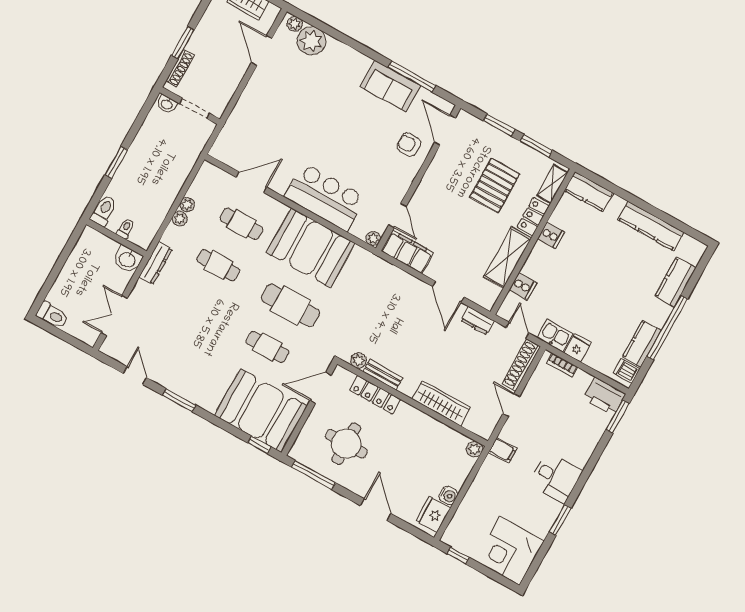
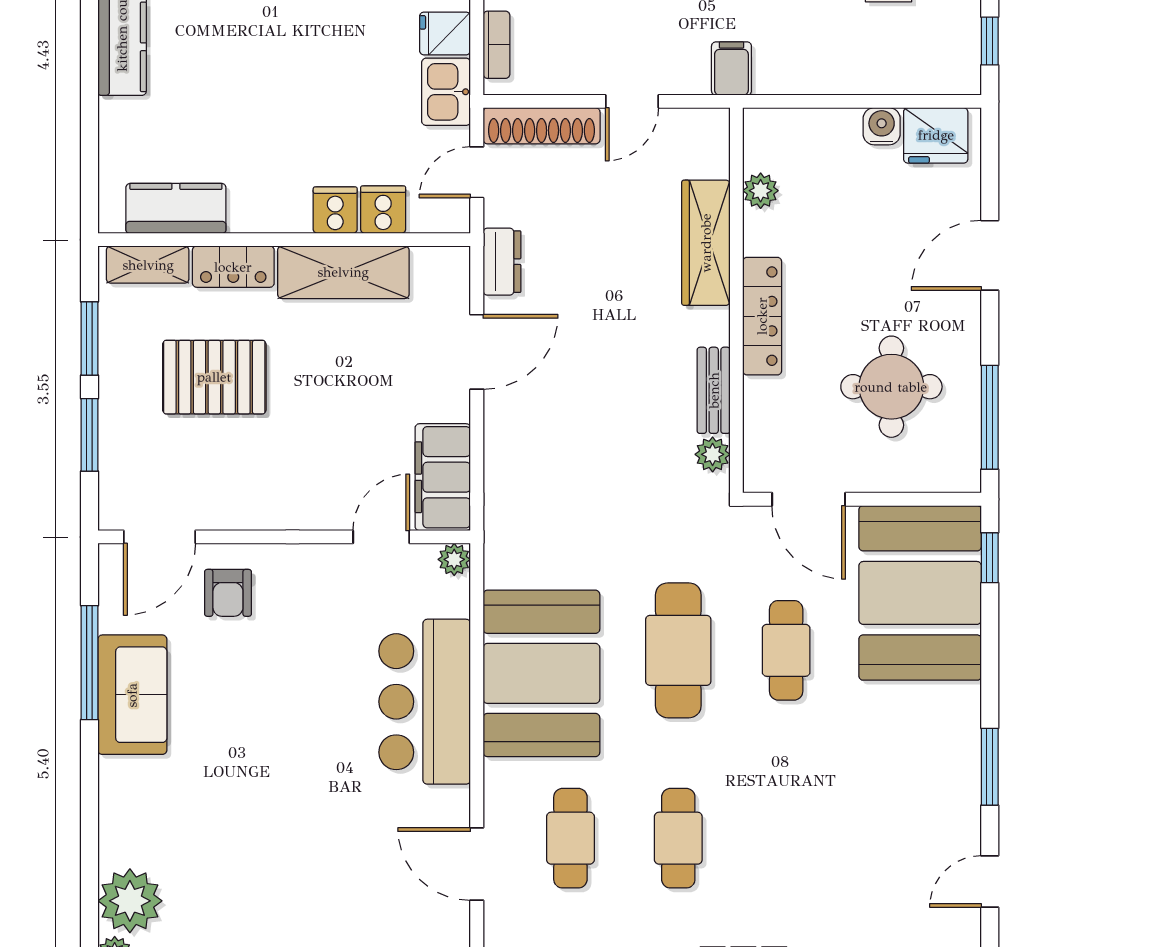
kitchen counter: (589, 192) -> (176, 208), moved, turned -90
cooker: (551, 235) -> (335, 210), moved
locker: (375, 395) -> (762, 316), moved
plant: (475, 449) -> (761, 191), moved

